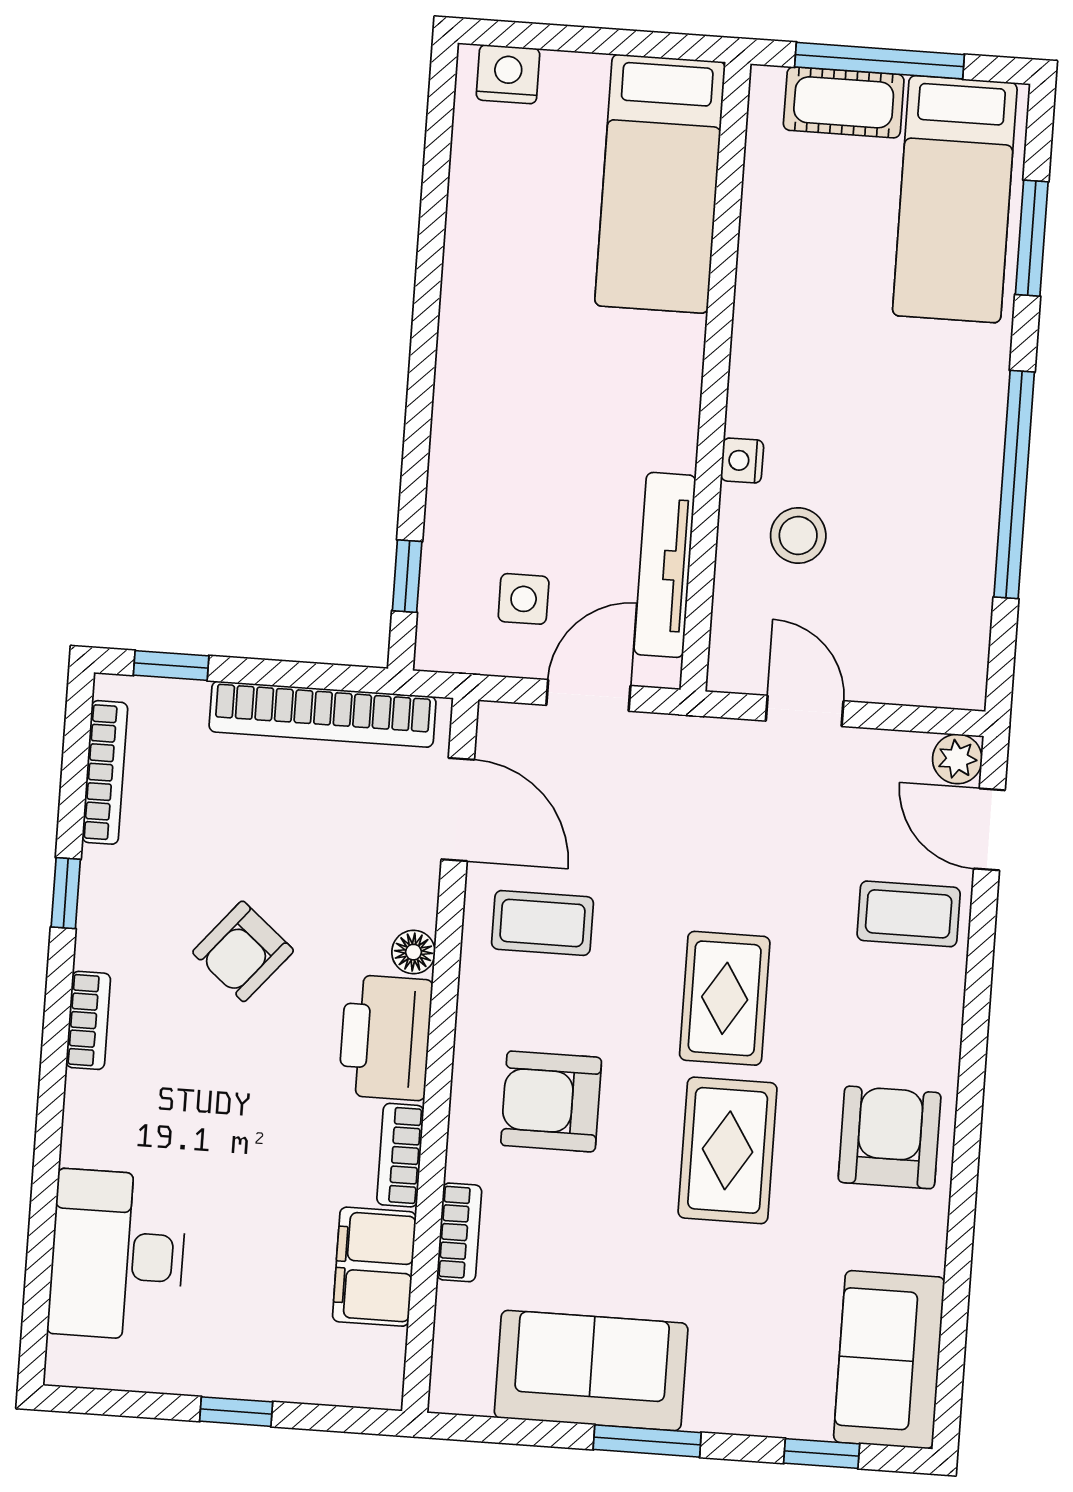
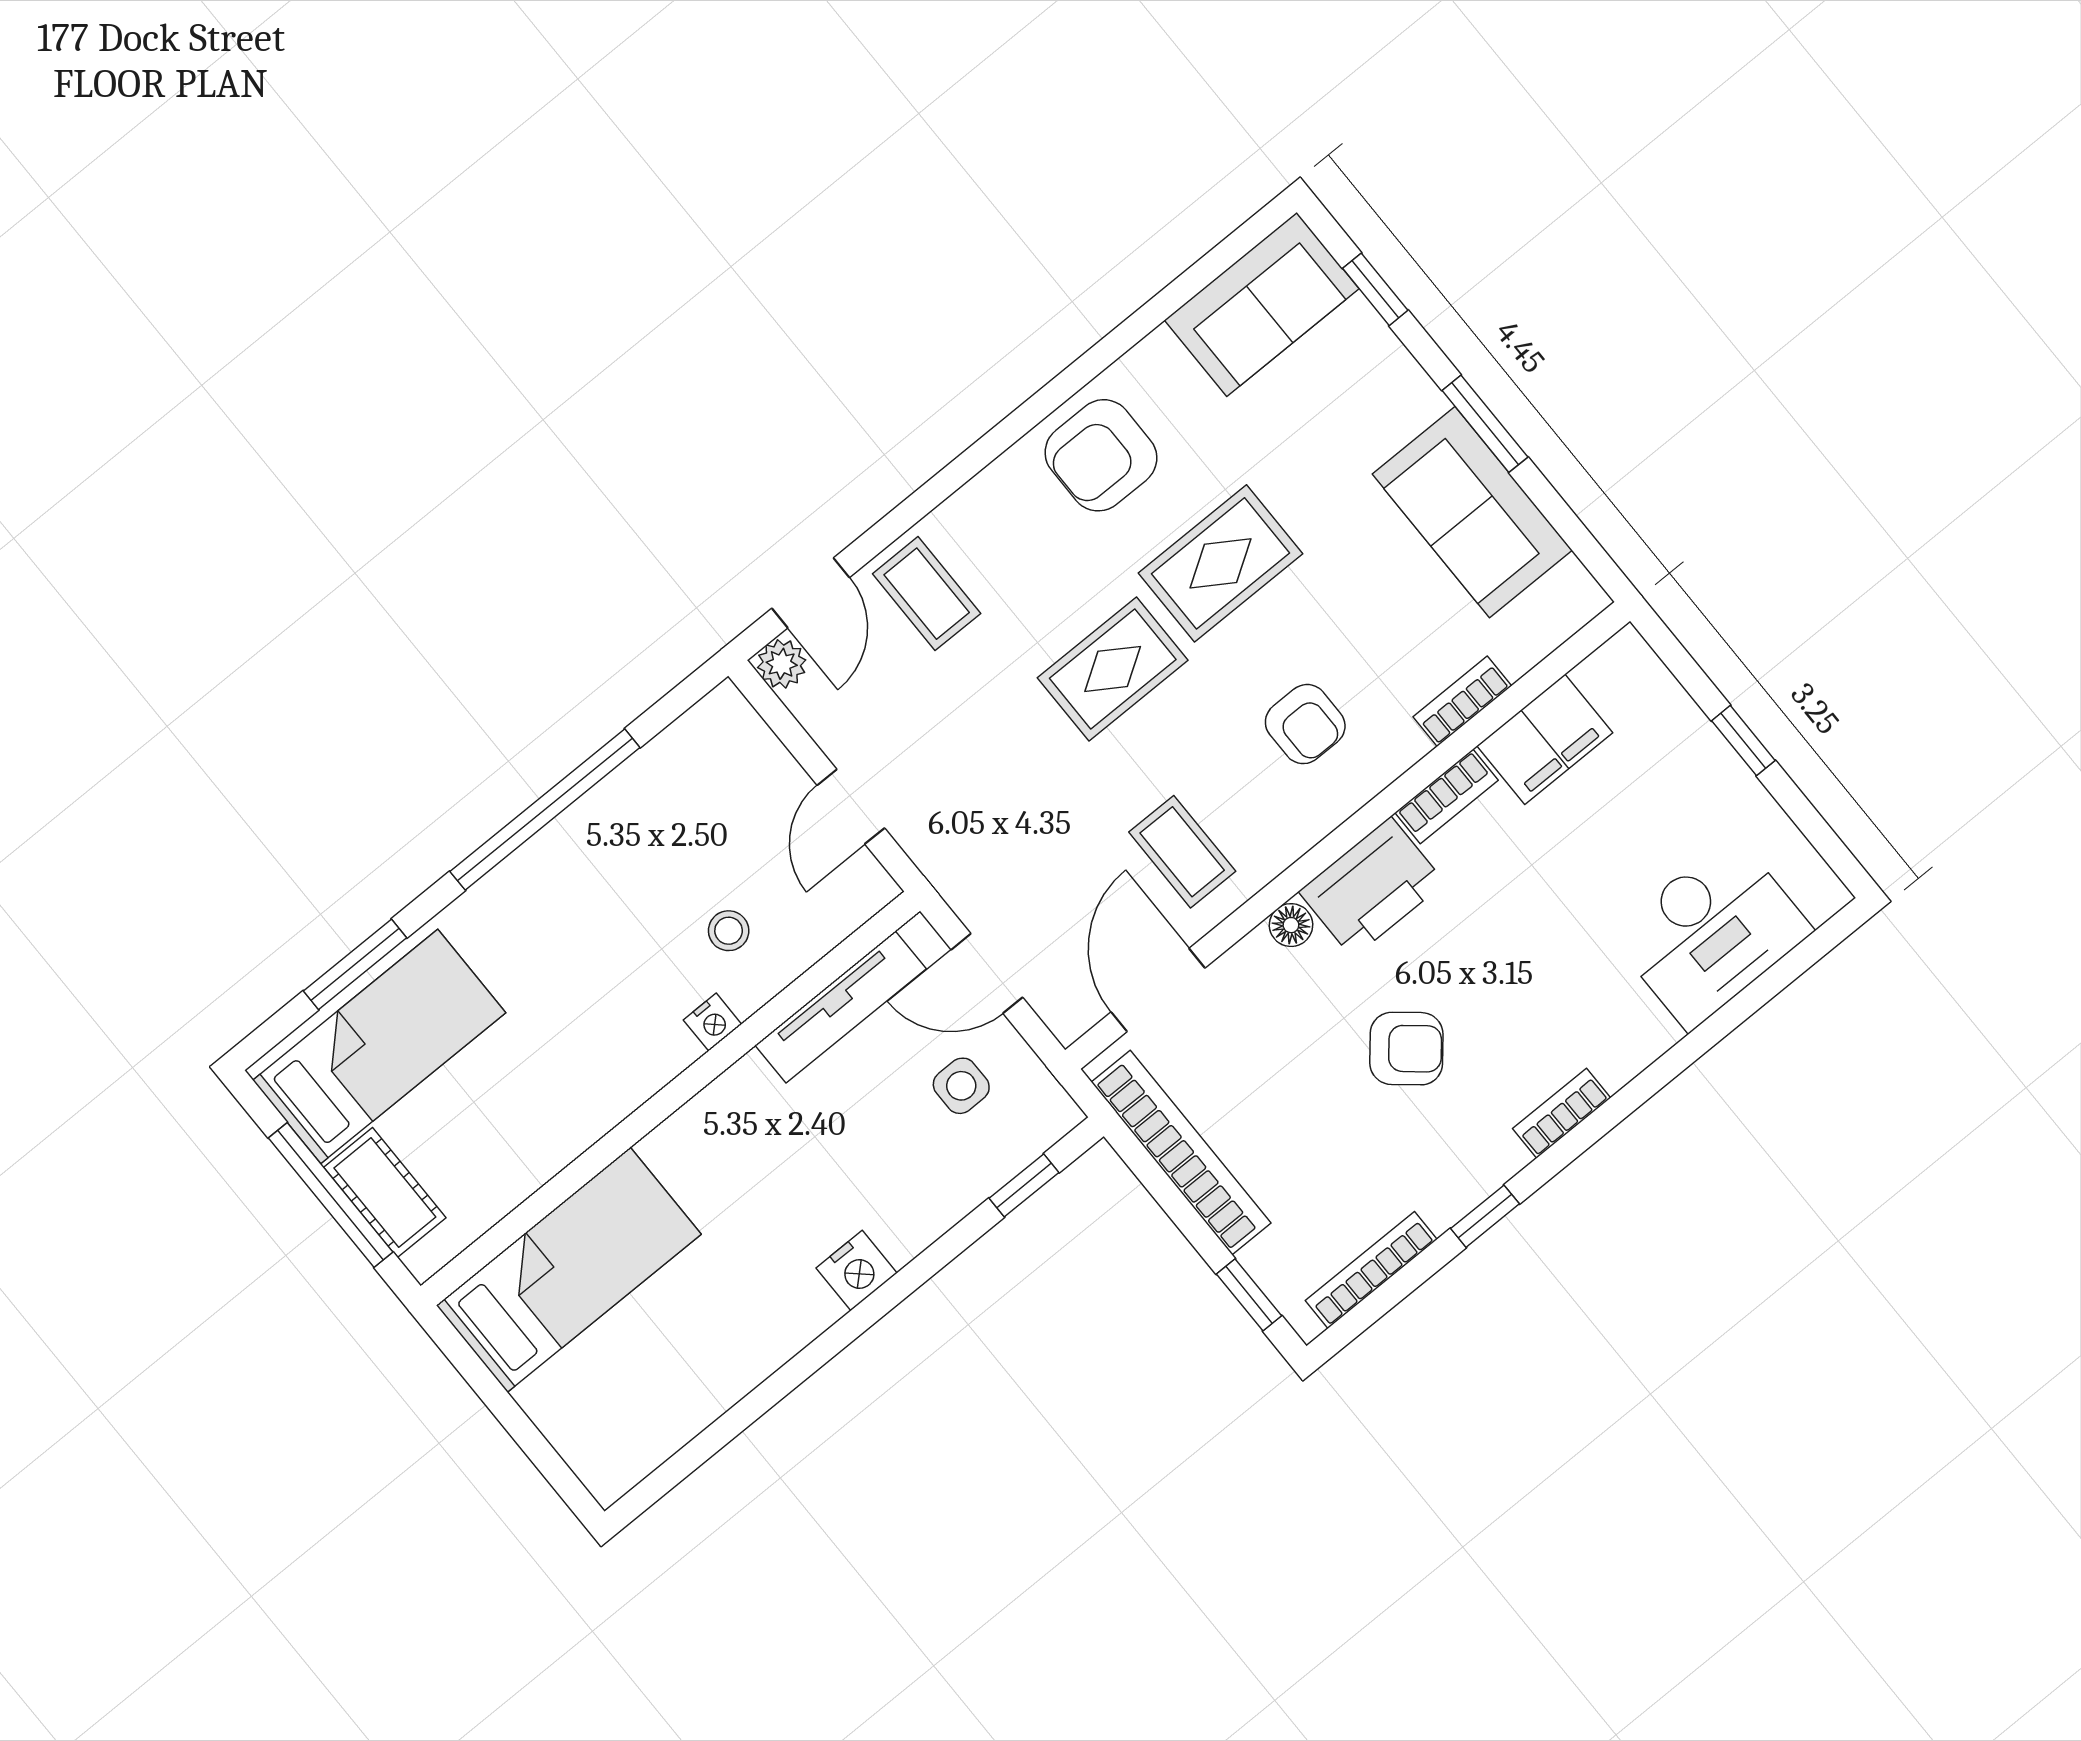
nightstand: (508, 74) -> (857, 1271), moved, turned -90
stool: (798, 535) -> (729, 931), width x0.73, depth x0.73
armchair: (551, 1101) -> (1305, 724), width x0.72, depth x0.72

